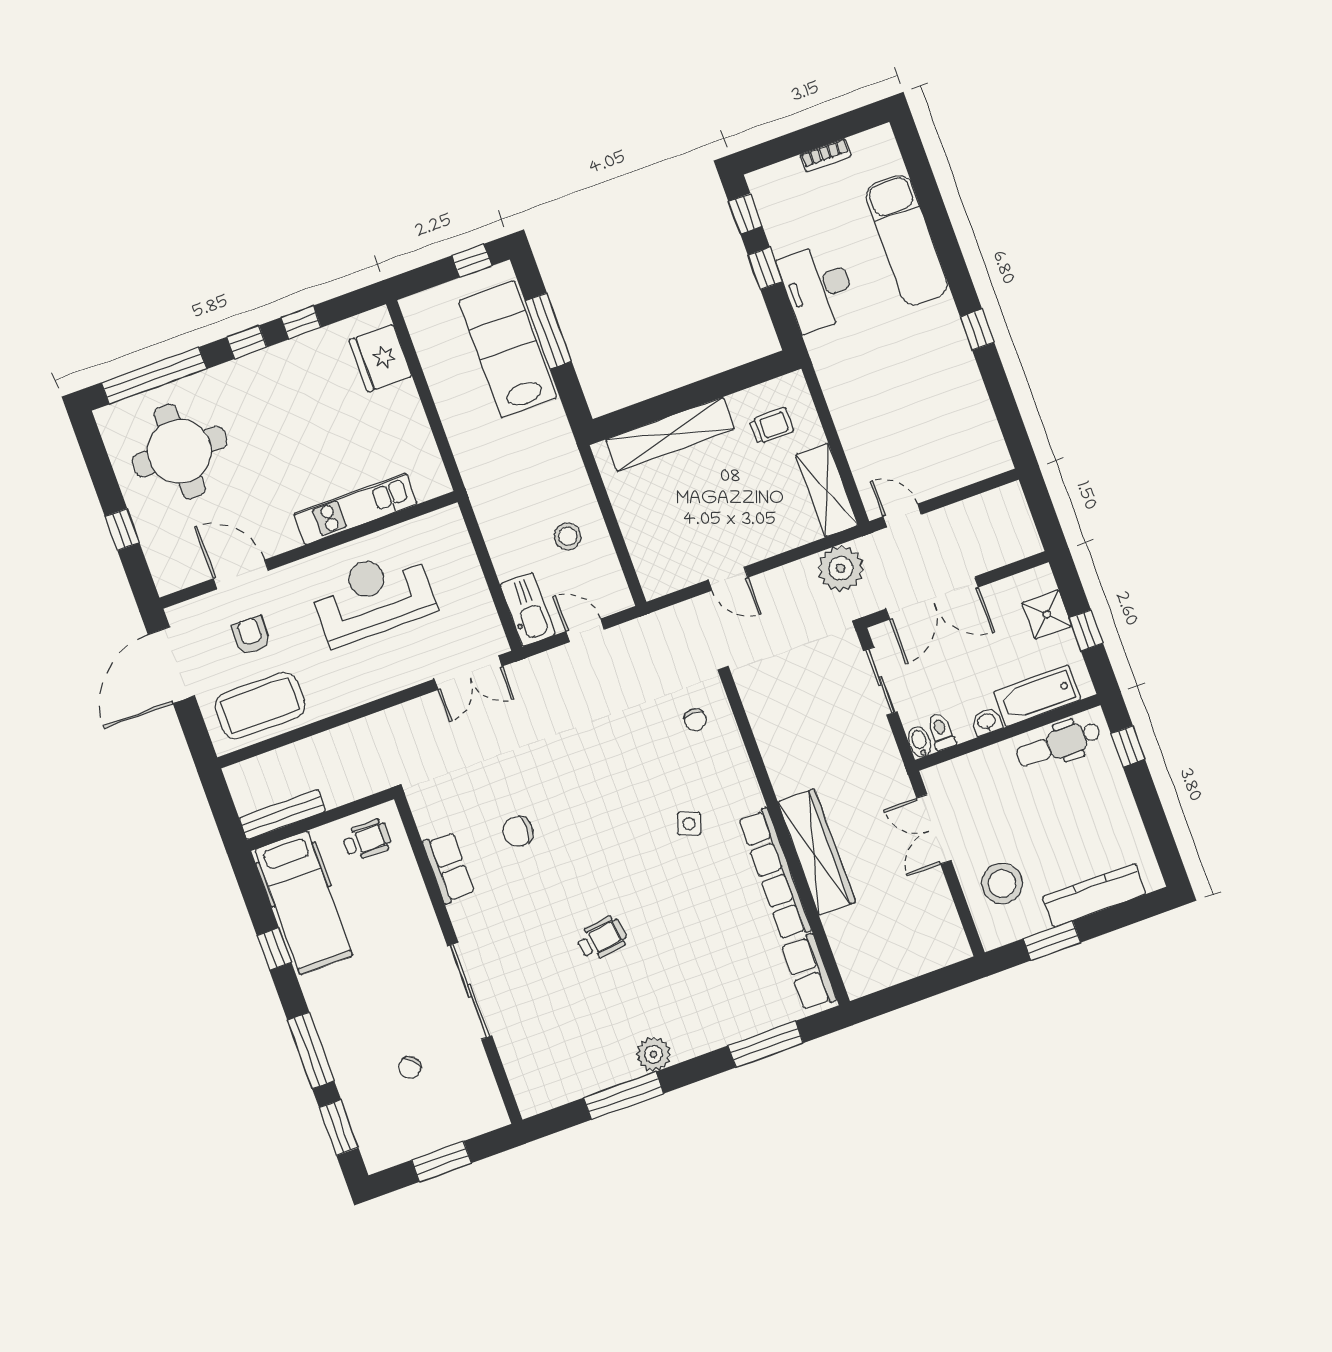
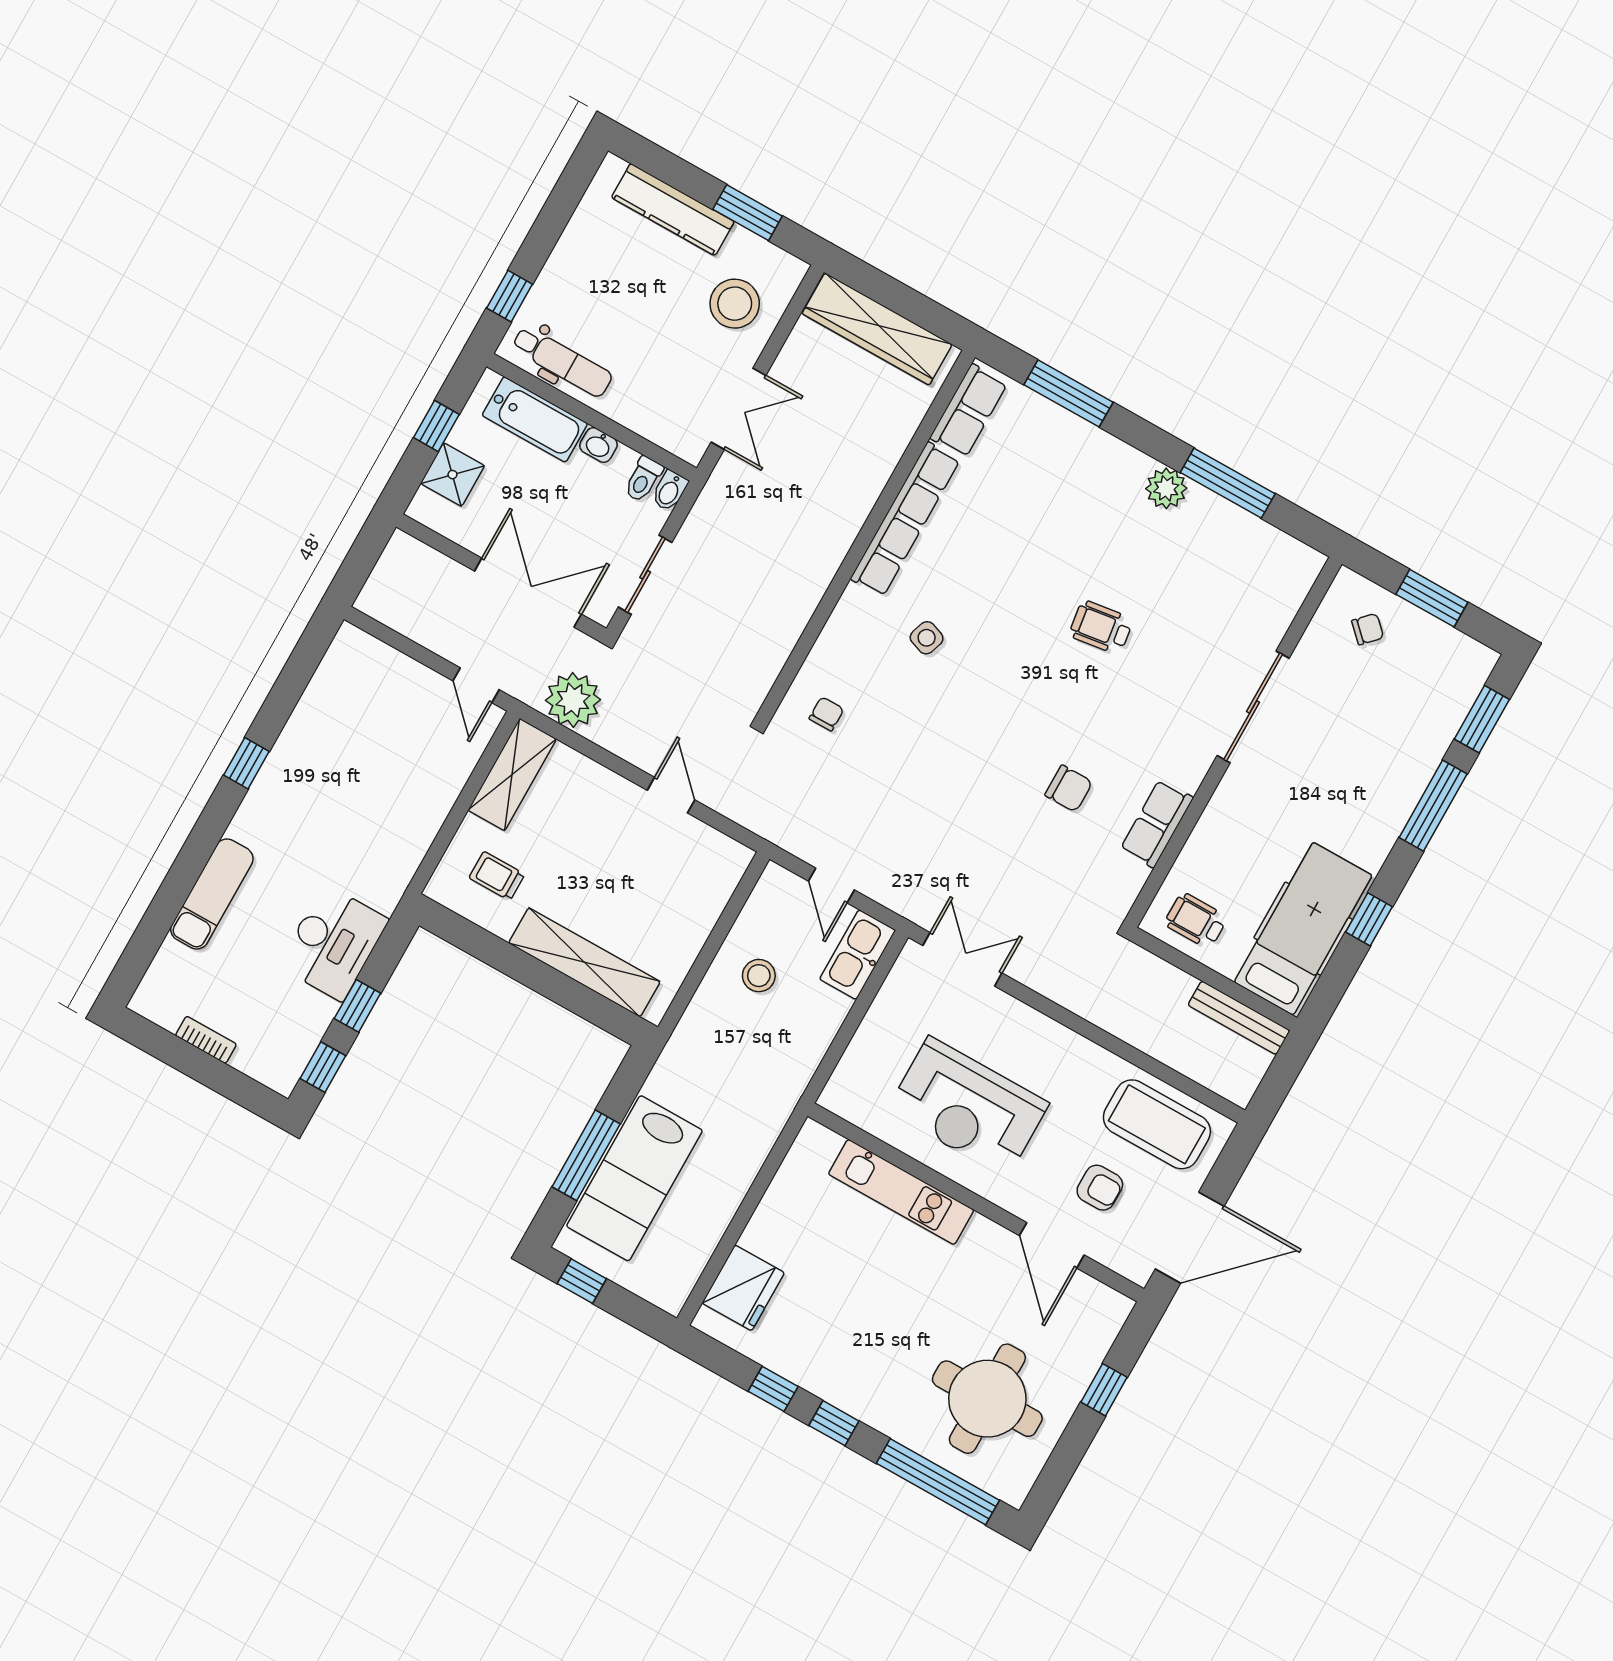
exam couch: (907, 240) -> (212, 894), width x0.73, depth x0.69
armchair: (251, 636) -> (1100, 1188), turned -90
wardrobe: (817, 852) -> (877, 329), moved, turned -90
chair: (410, 1067) -> (1368, 629), moved

